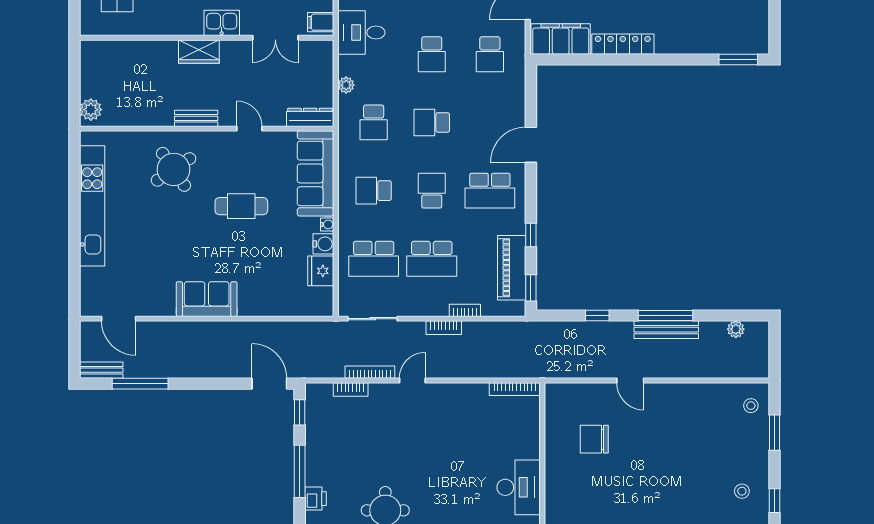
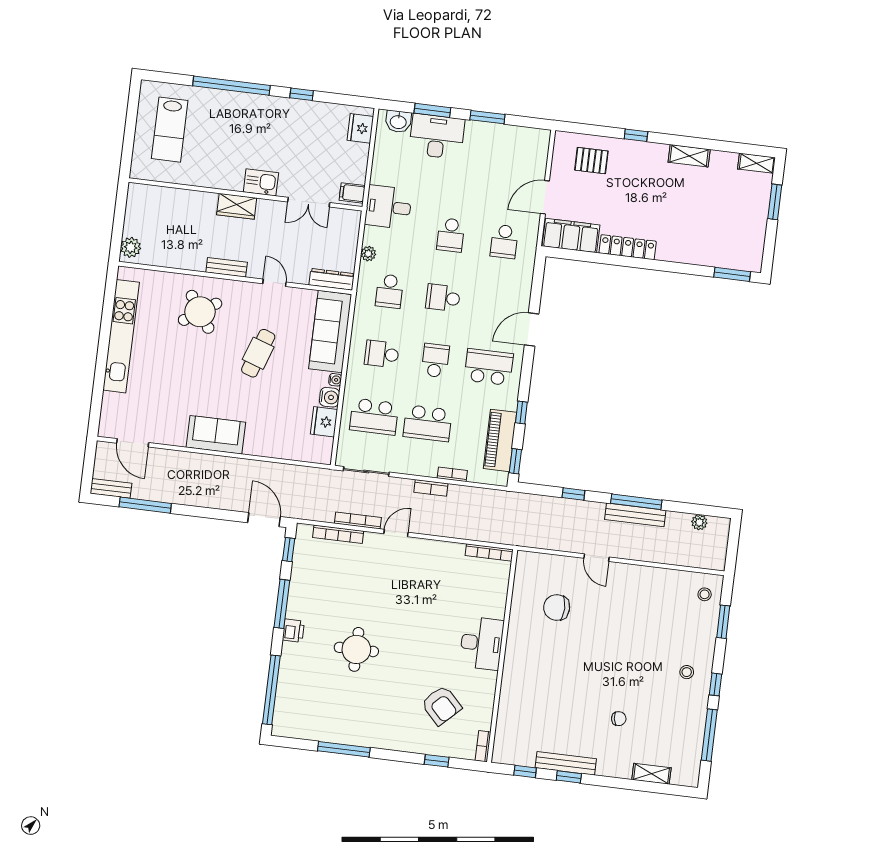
school desk: (490, 191) -> (489, 367), turned 180
cafe table: (241, 206) -> (258, 353), turned -71
bookcase: (351, 389) -> (338, 534), width x1.56

